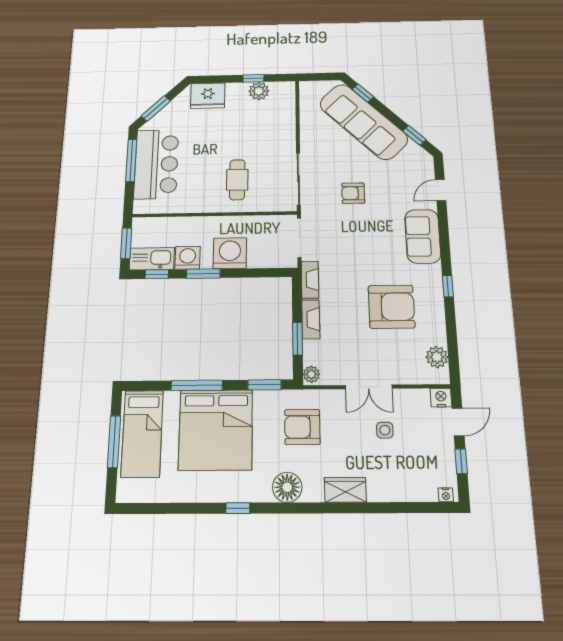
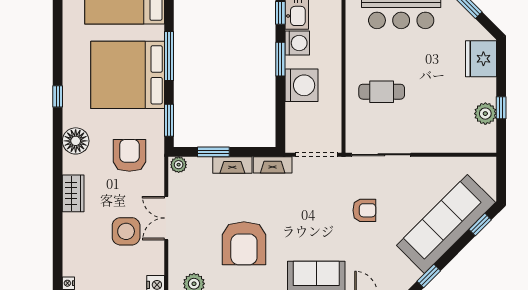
armchair: (353, 193) -> (364, 210), turned 90
side table: (385, 430) -> (126, 231), width x1.87, depth x1.87

